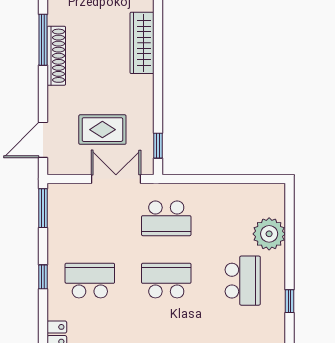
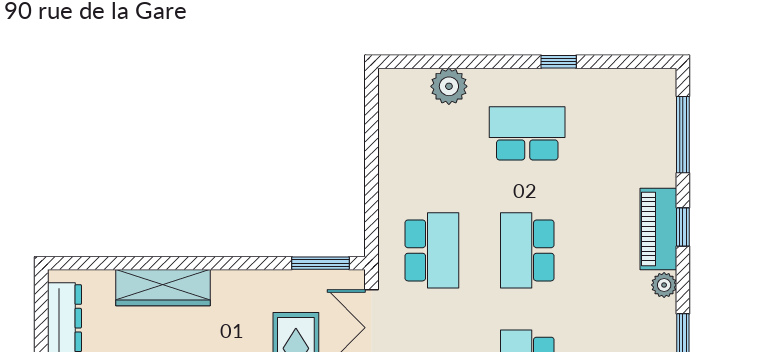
window: (158, 146) -> (320, 263), width x1.50
plant: (269, 234) -> (449, 86), width x0.73, depth x0.73

